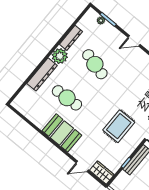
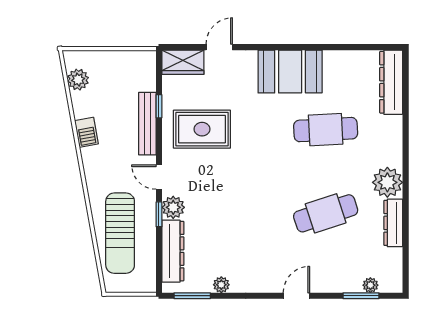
cafe table: (95, 64) -> (326, 213), turned -33
dresser: (42, 74) -> (391, 82), moved
rug: (119, 126) -> (202, 129), moved, turned 90

